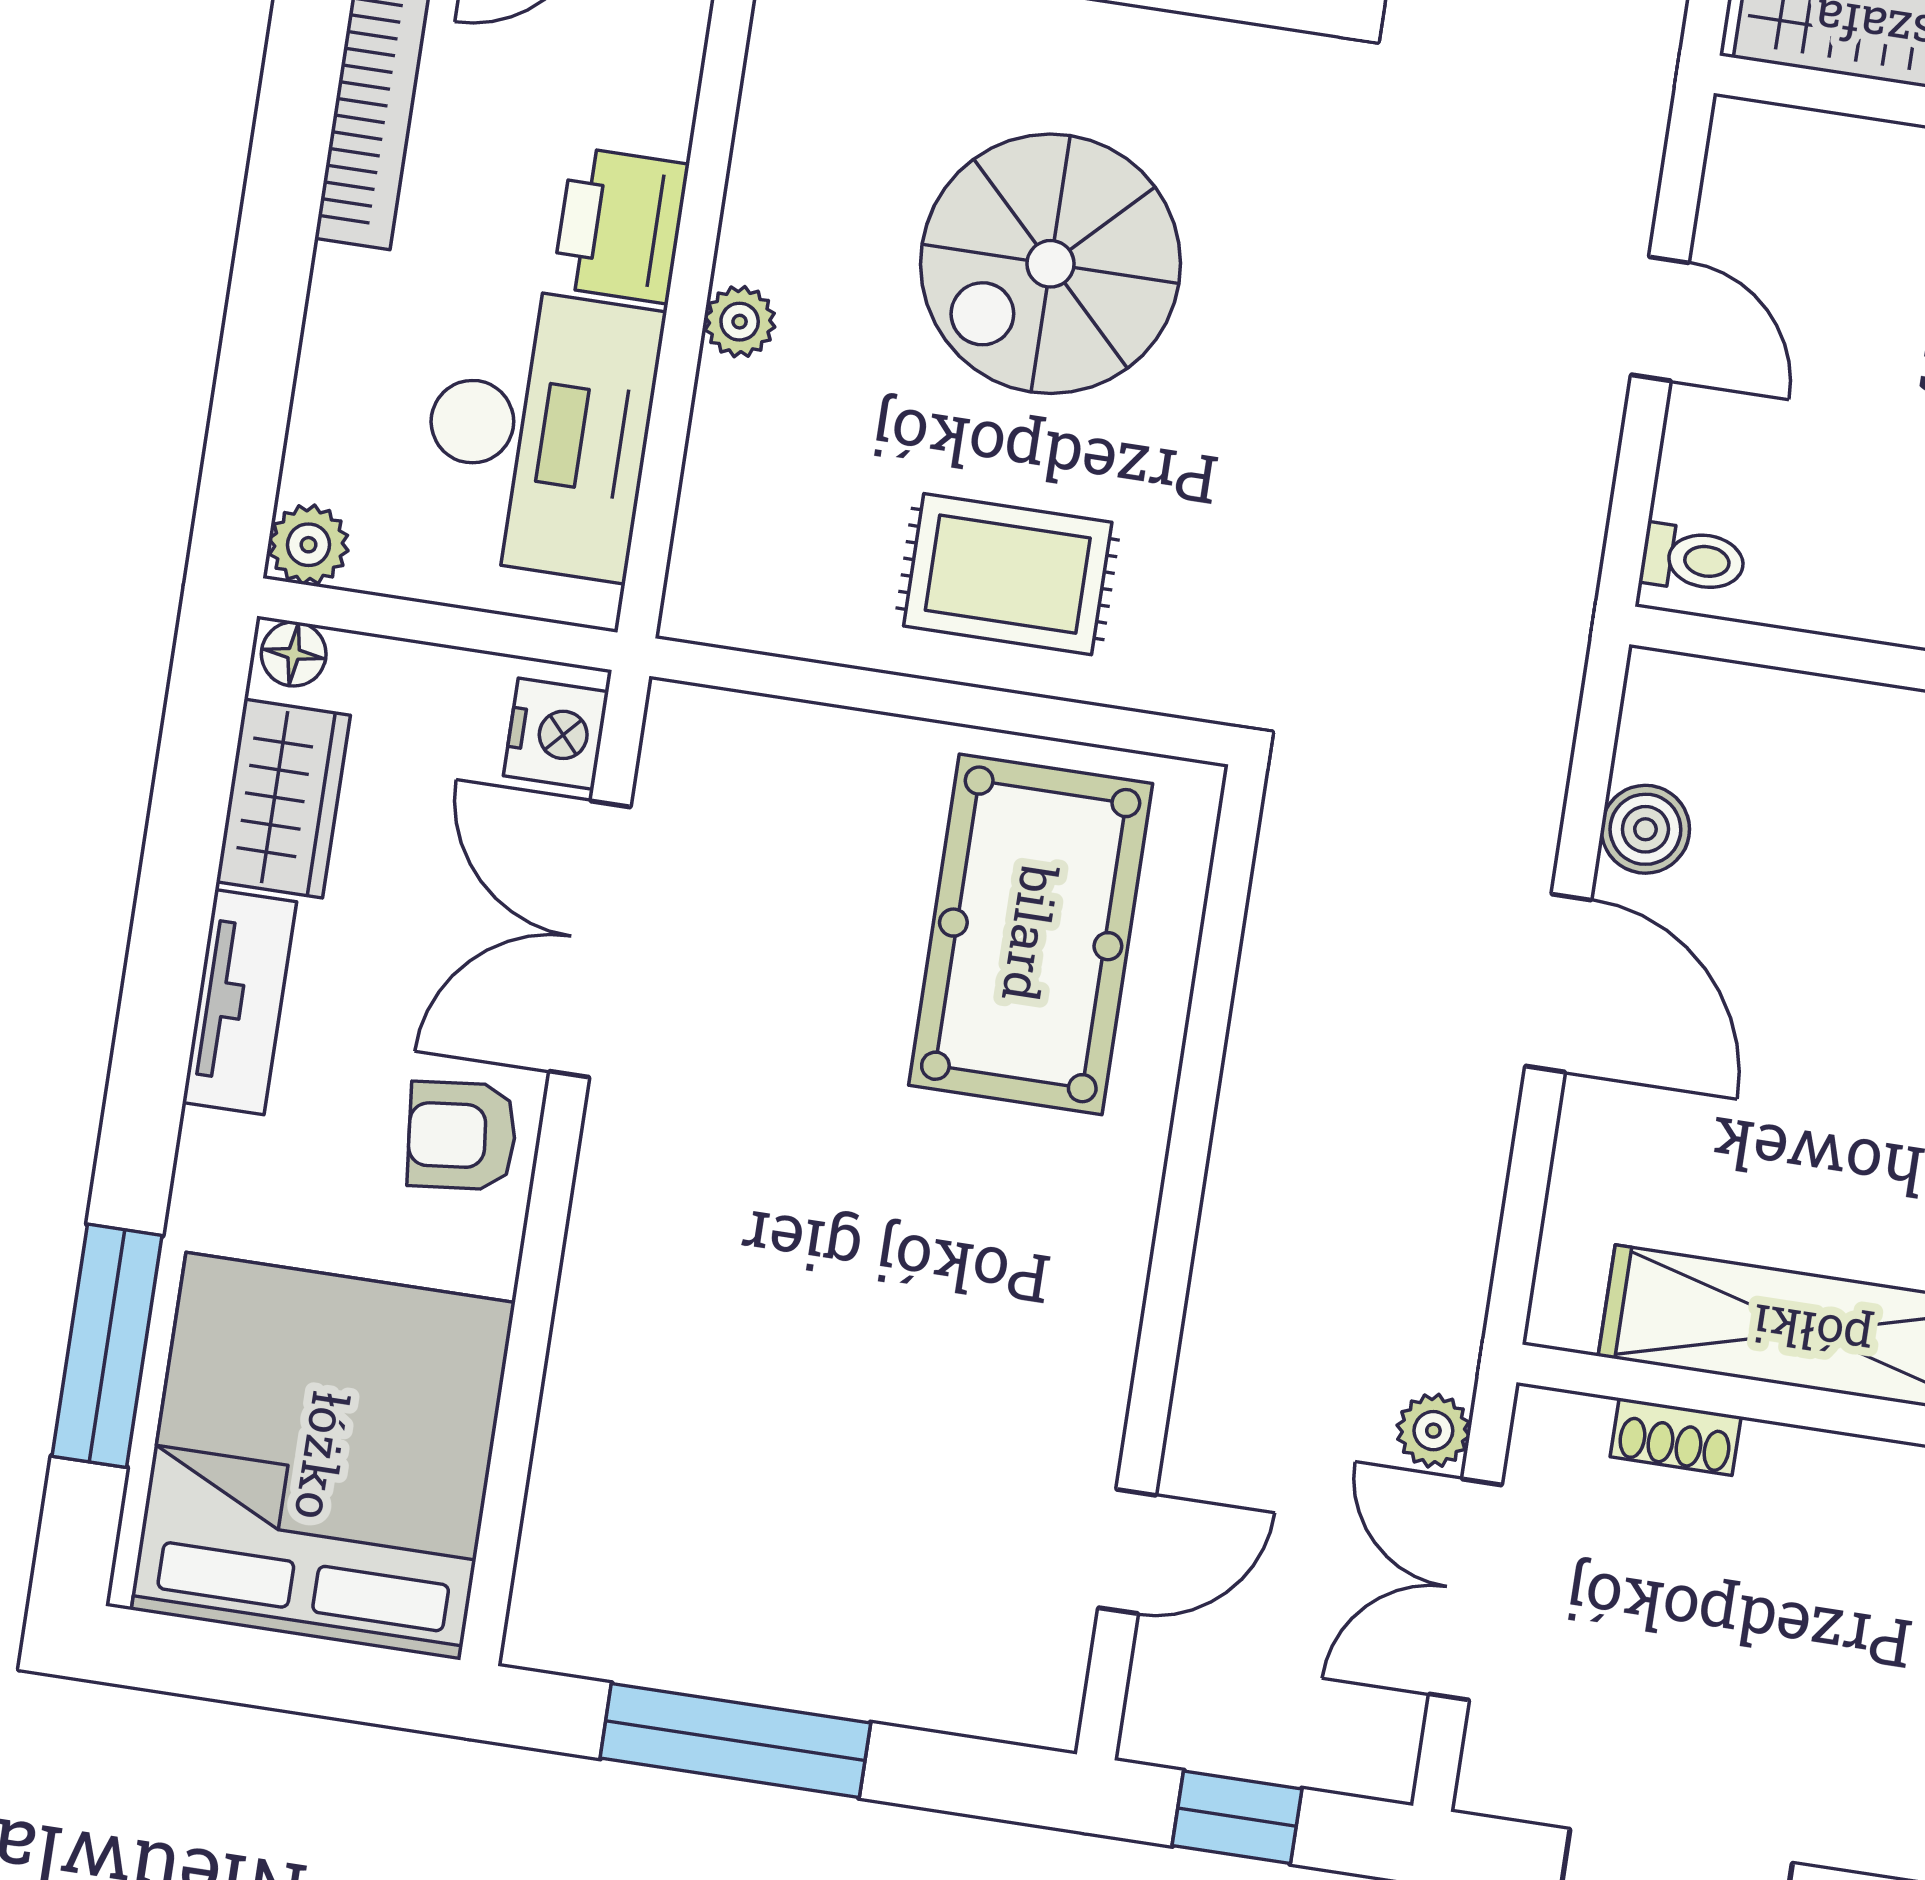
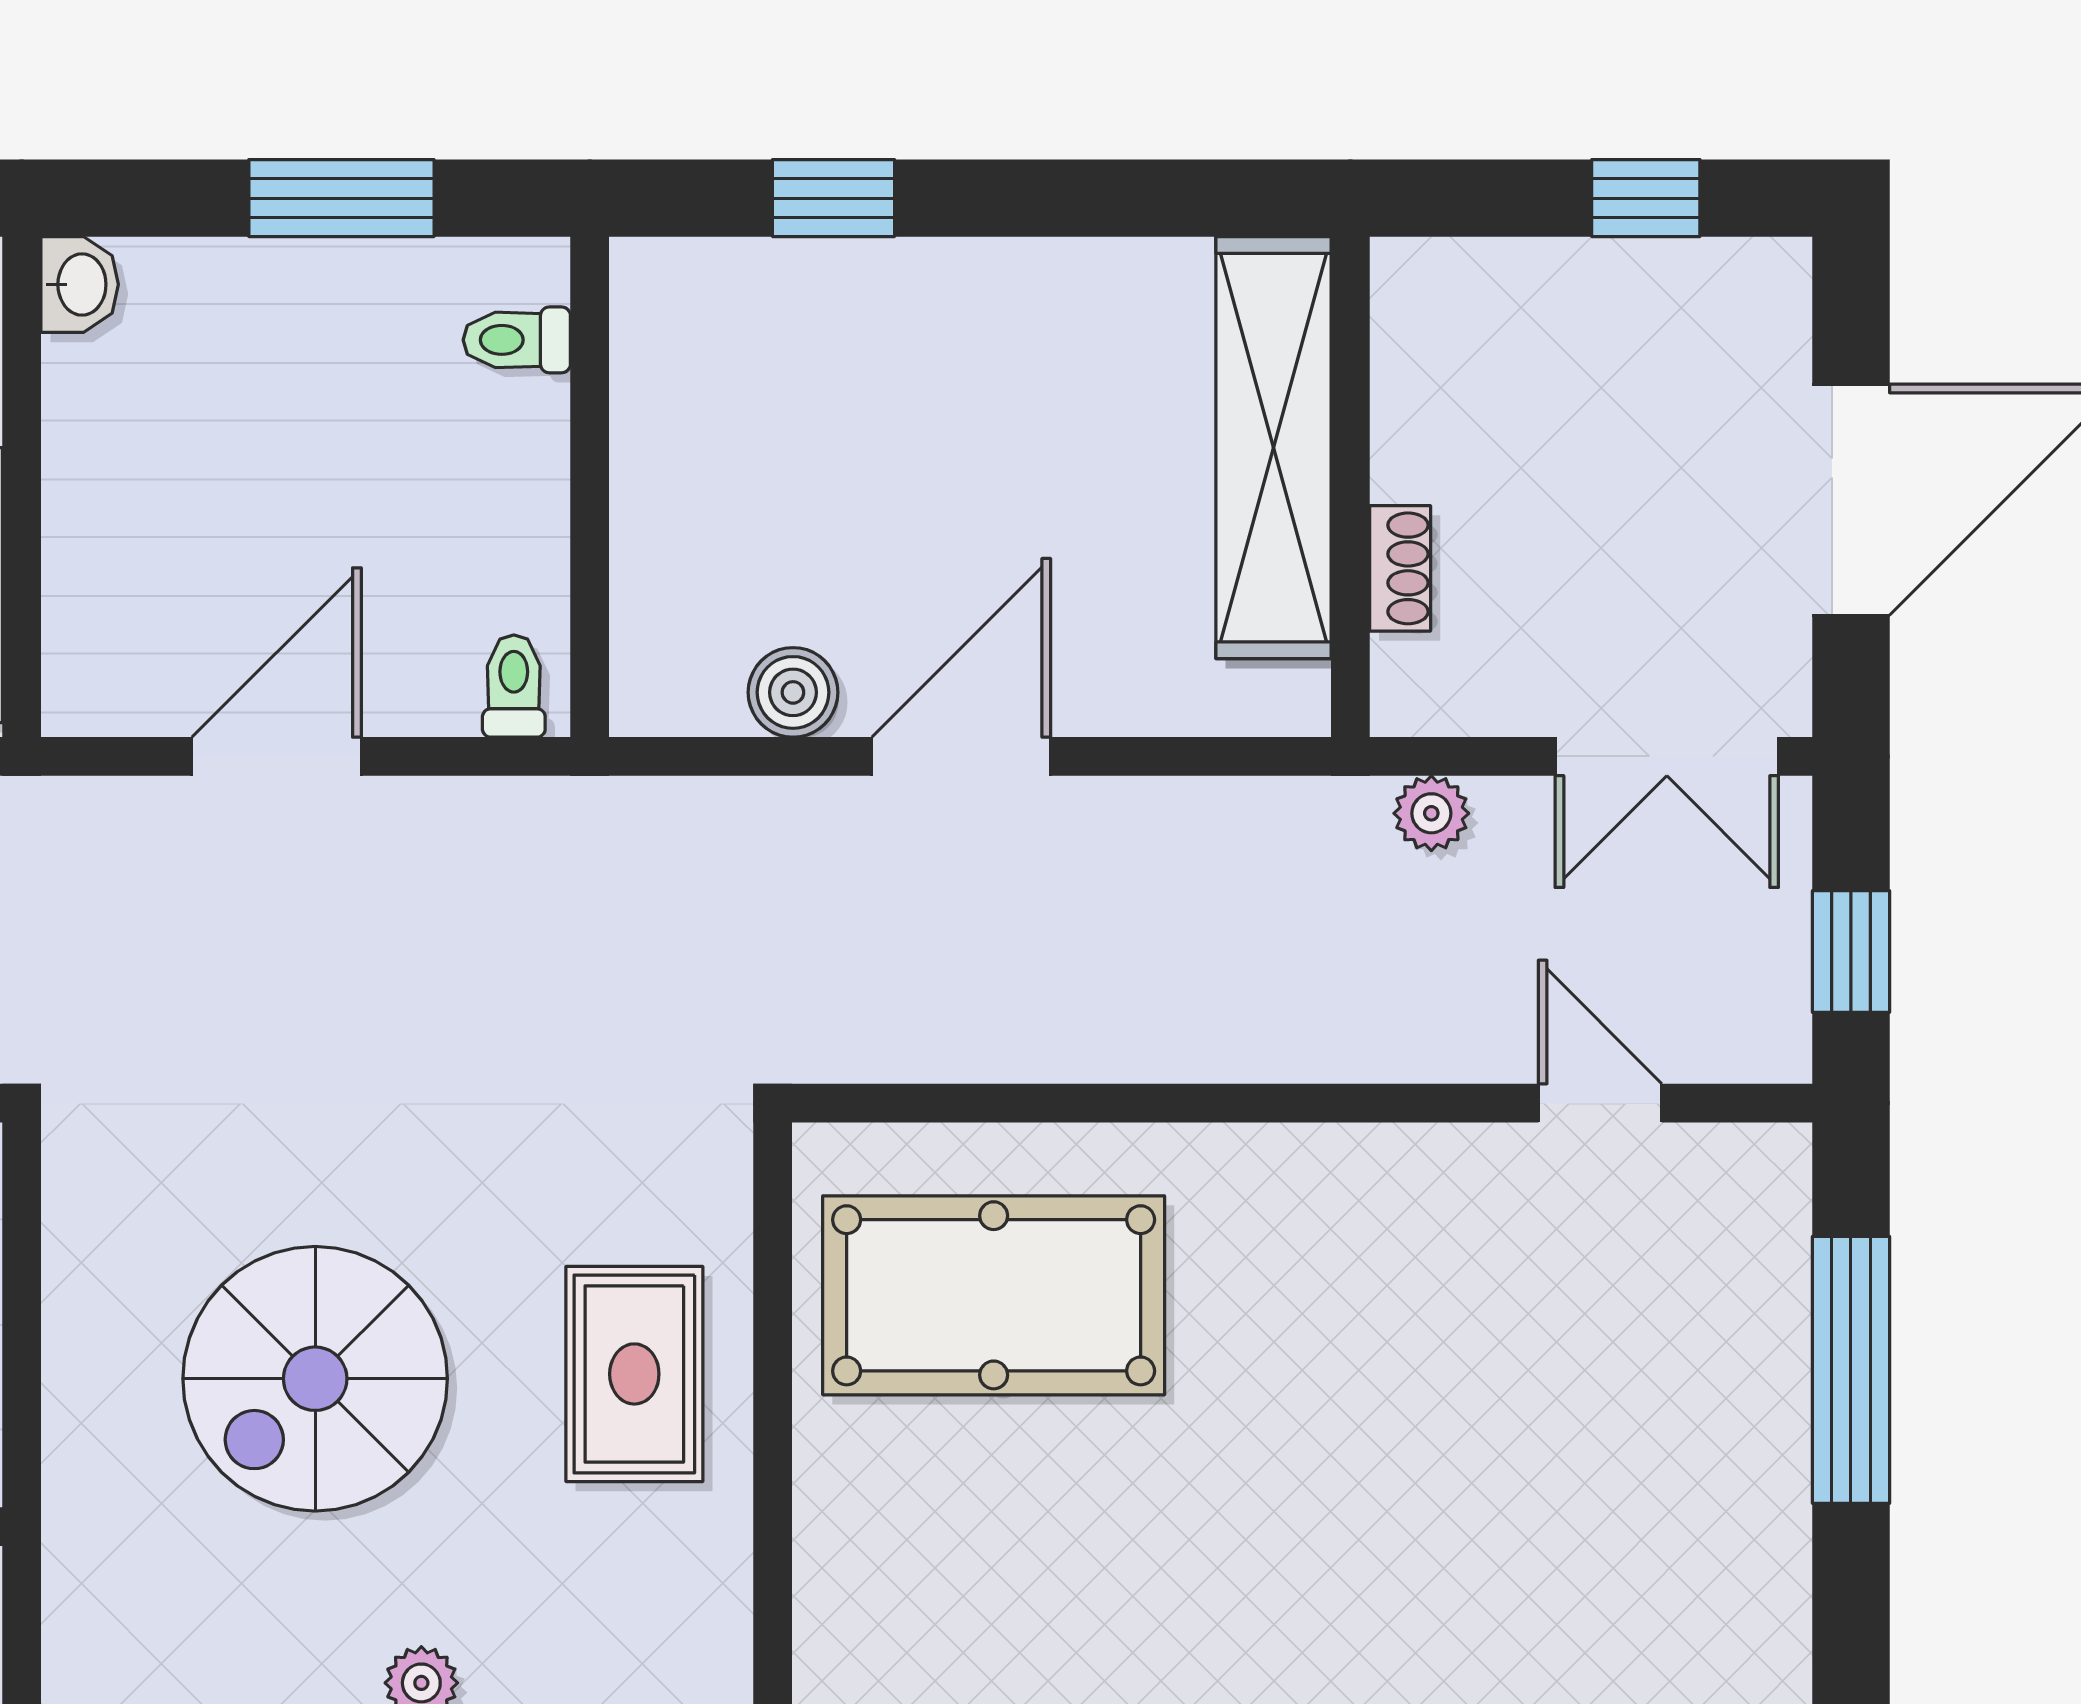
spiral stairs: (1051, 264) -> (315, 1379), turned 90
door: (1660, 319) -> (277, 756), width x1.38
double door: (1465, 1589) -> (1667, 756), moved
window: (735, 1741) -> (1851, 1370), moved

